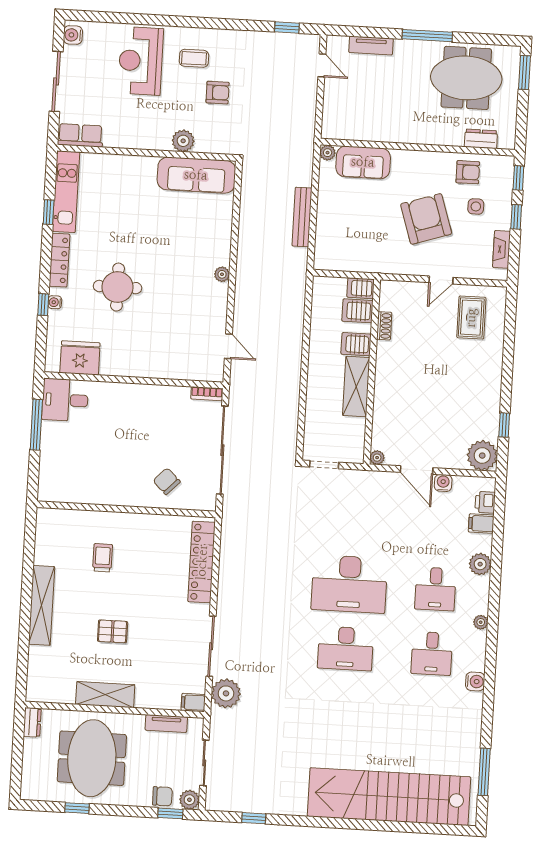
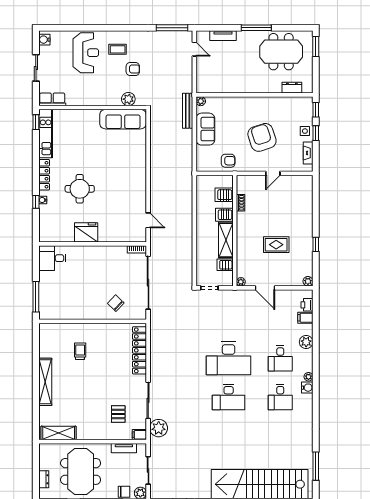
window: (287, 28) -> (172, 28), width x2.17
reception desk: (141, 61) -> (86, 53), turned 180
sliding door: (56, 81) -> (36, 68), width x0.73
plant: (183, 141) -> (128, 99), moved
sofa: (363, 162) -> (205, 129), moved, turned -90
armchair: (468, 172) -> (228, 161), moved
side table: (476, 206) -> (305, 131), moved
window: (49, 212) -> (36, 122), moved
bench: (302, 217) -> (188, 111), moved
plant: (222, 274) -> (142, 178), removed
server rack: (361, 288) -> (225, 265), moved
rug: (471, 318) -> (276, 245), moved, turned 90
fridge: (80, 358) -> (86, 232), moved
window: (36, 425) -> (36, 297), moved
window: (504, 425) -> (316, 244), moved
plant: (482, 456) -> (308, 281), width x0.53, depth x0.53
water cooler: (443, 483) -> (281, 295), removed
pallet: (113, 631) -> (118, 414), moved, turned 90
water cooler: (475, 681) -> (307, 388), moved
shelving: (105, 695) -> (59, 433), moved
dresser: (32, 722) -> (44, 479), moved

